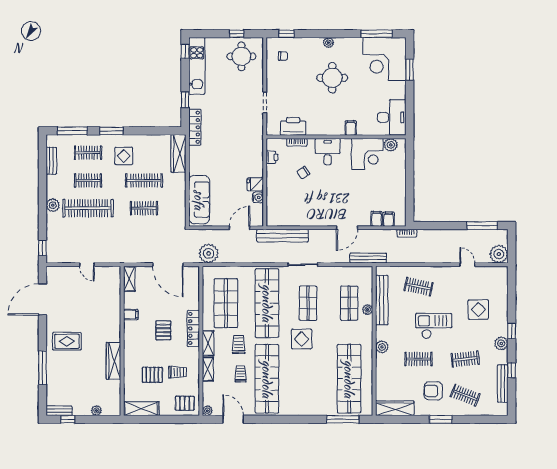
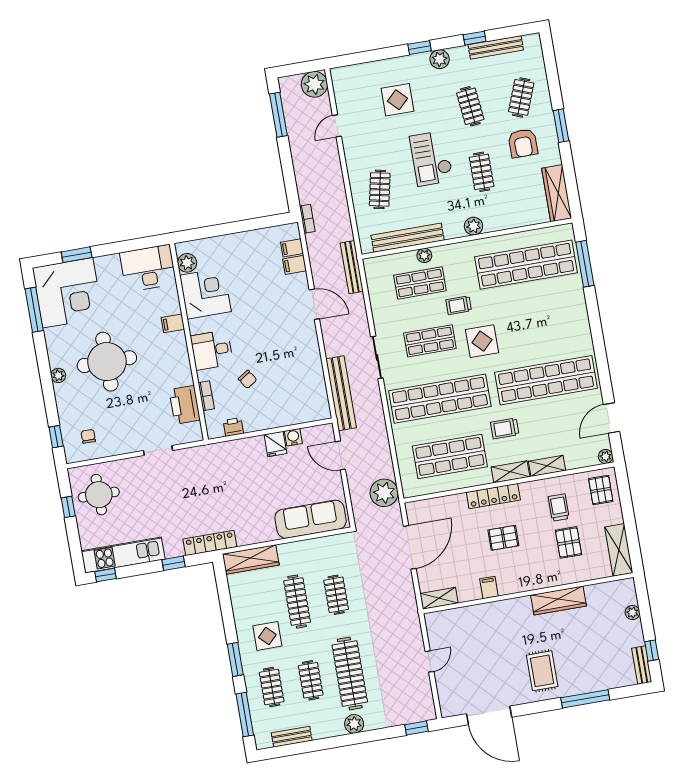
round table: (332, 78) -> (107, 362), width x1.36, depth x1.36
trolley: (241, 374) -> (459, 305), moved

